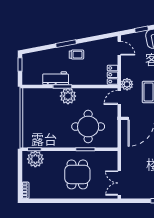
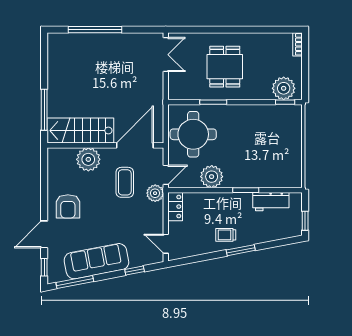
workbench: (56, 78) -> (271, 202), moved
plant: (68, 96) -> (212, 177), moved
round table: (88, 127) -> (193, 134), moved

